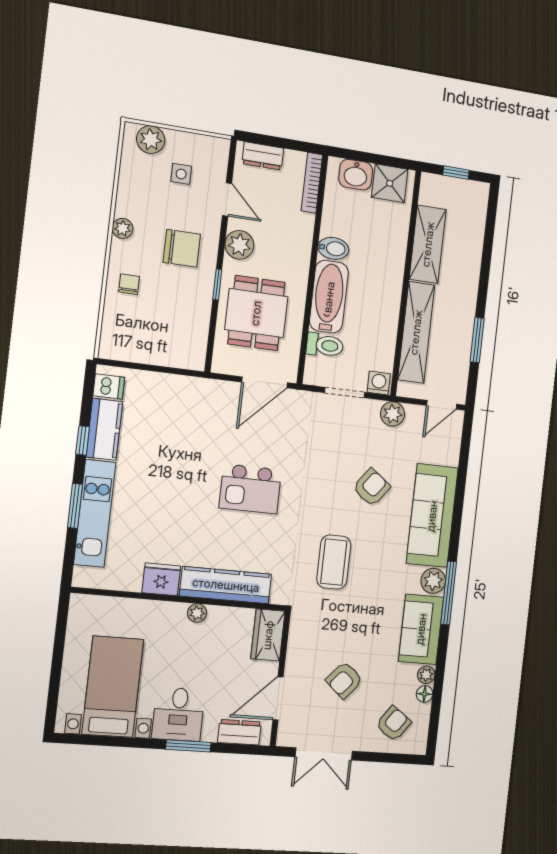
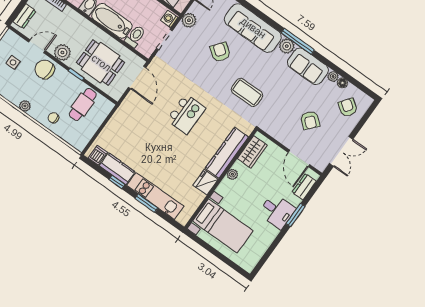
chair: (182, 248) -> (45, 69), moved, turned -90
cafe table: (176, 320) -> (83, 104), added
wardrobe: (268, 635) -> (252, 152), moved, turned -90
bed with nightstands: (113, 687) -> (223, 226), moved, turned 180

